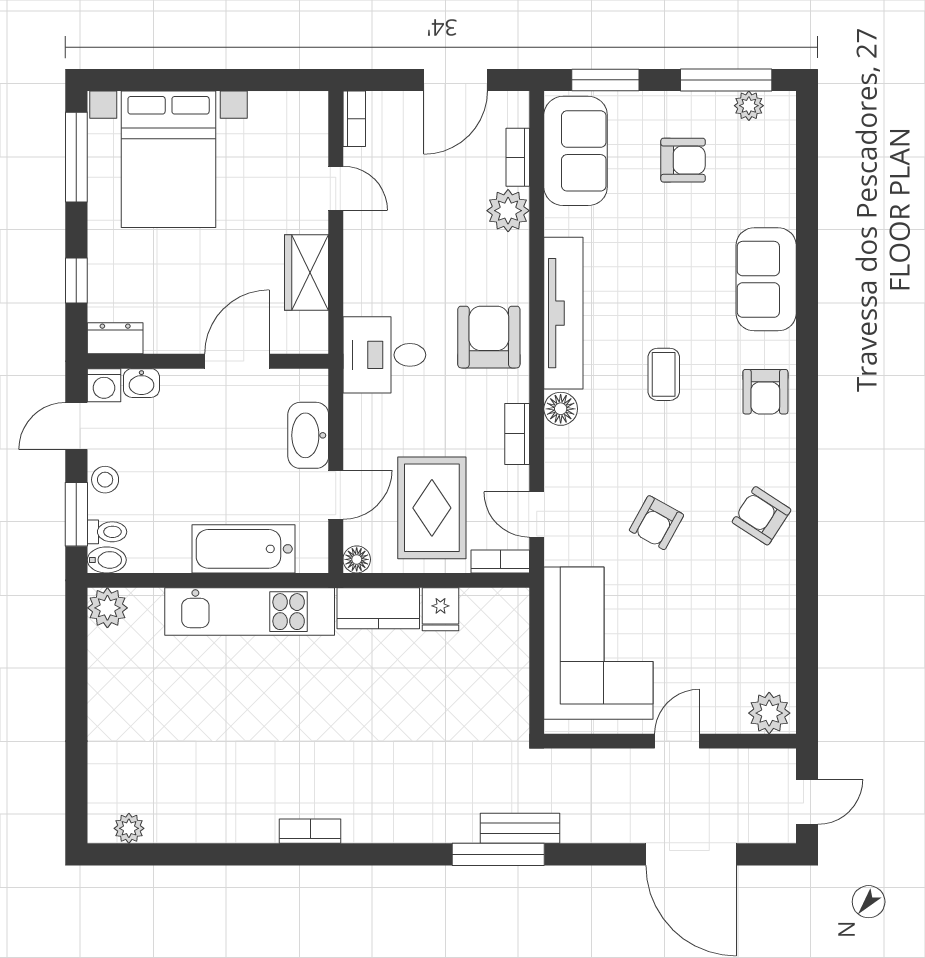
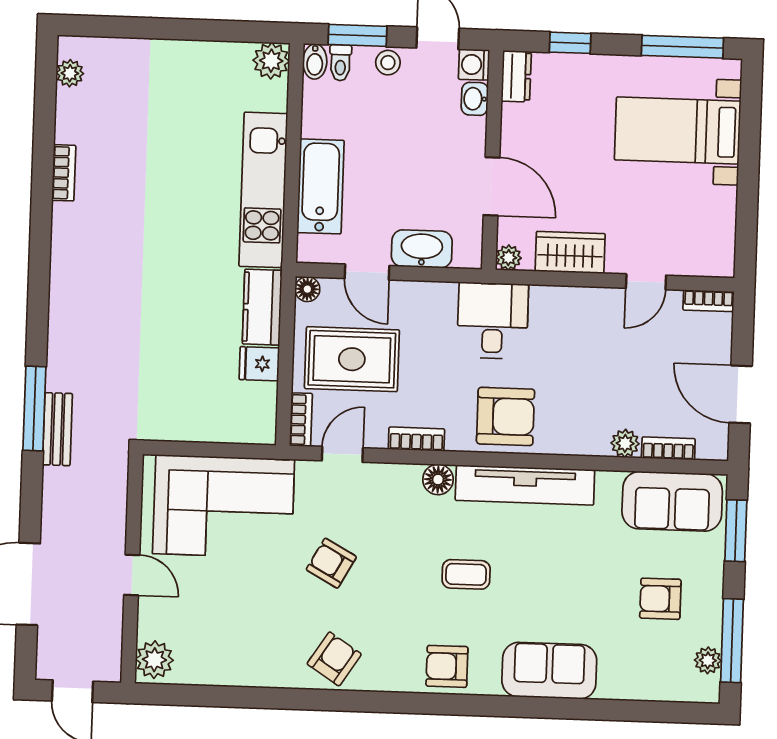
bed with nightstands: (169, 159) -> (678, 131), width x0.73
armchair: (683, 160) -> (660, 599), turned 90
plant: (508, 211) -> (625, 443), width x0.73, depth x0.73
plant: (314, 340) -> (508, 258), added
bookcase: (310, 831) -> (64, 173), moved

